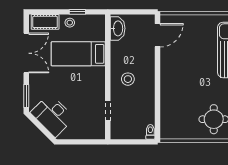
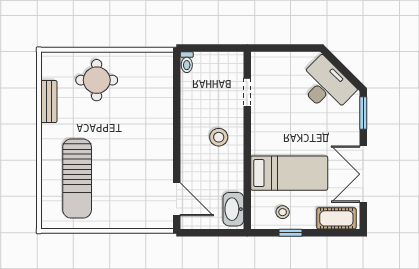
stool: (70, 23) -> (283, 212), moved
door: (157, 35) -> (177, 199), swing flipped

